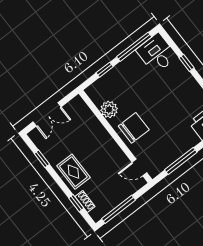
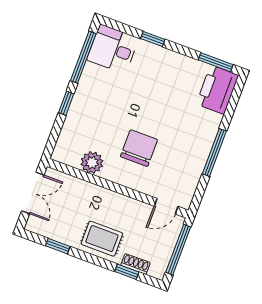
plant: (109, 109) -> (92, 163), moved
wall: (115, 136) -> (118, 188), moved
door: (140, 167) -> (166, 206), moved

